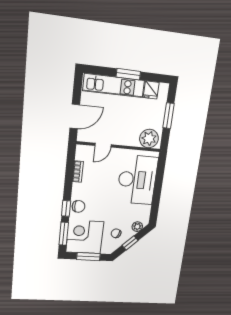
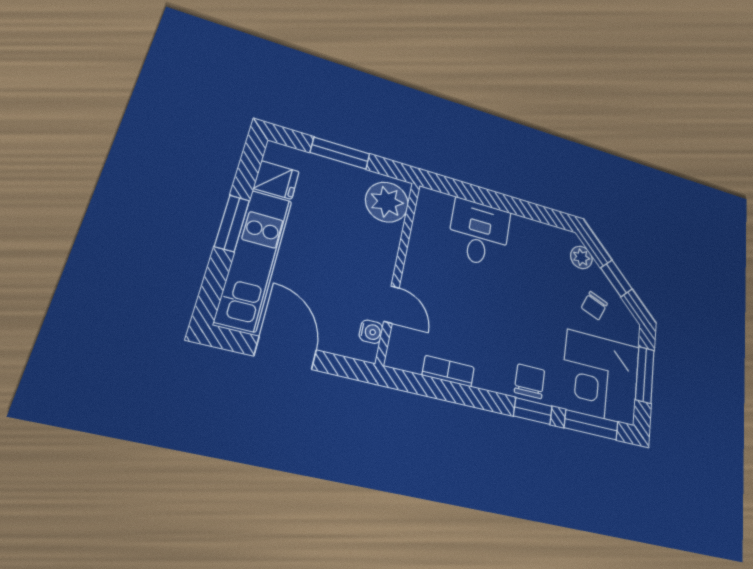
door: (75, 116) -> (285, 353), moved
water cooler: (90, 138) -> (371, 332), added
desk: (137, 180) -> (479, 233), width x0.53, depth x0.77

